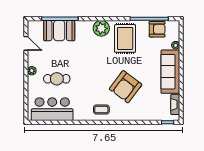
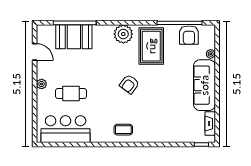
armchair: (157, 29) -> (189, 35), turned 90
armchair: (126, 87) -> (129, 84), moved, width x0.53, depth x0.53

